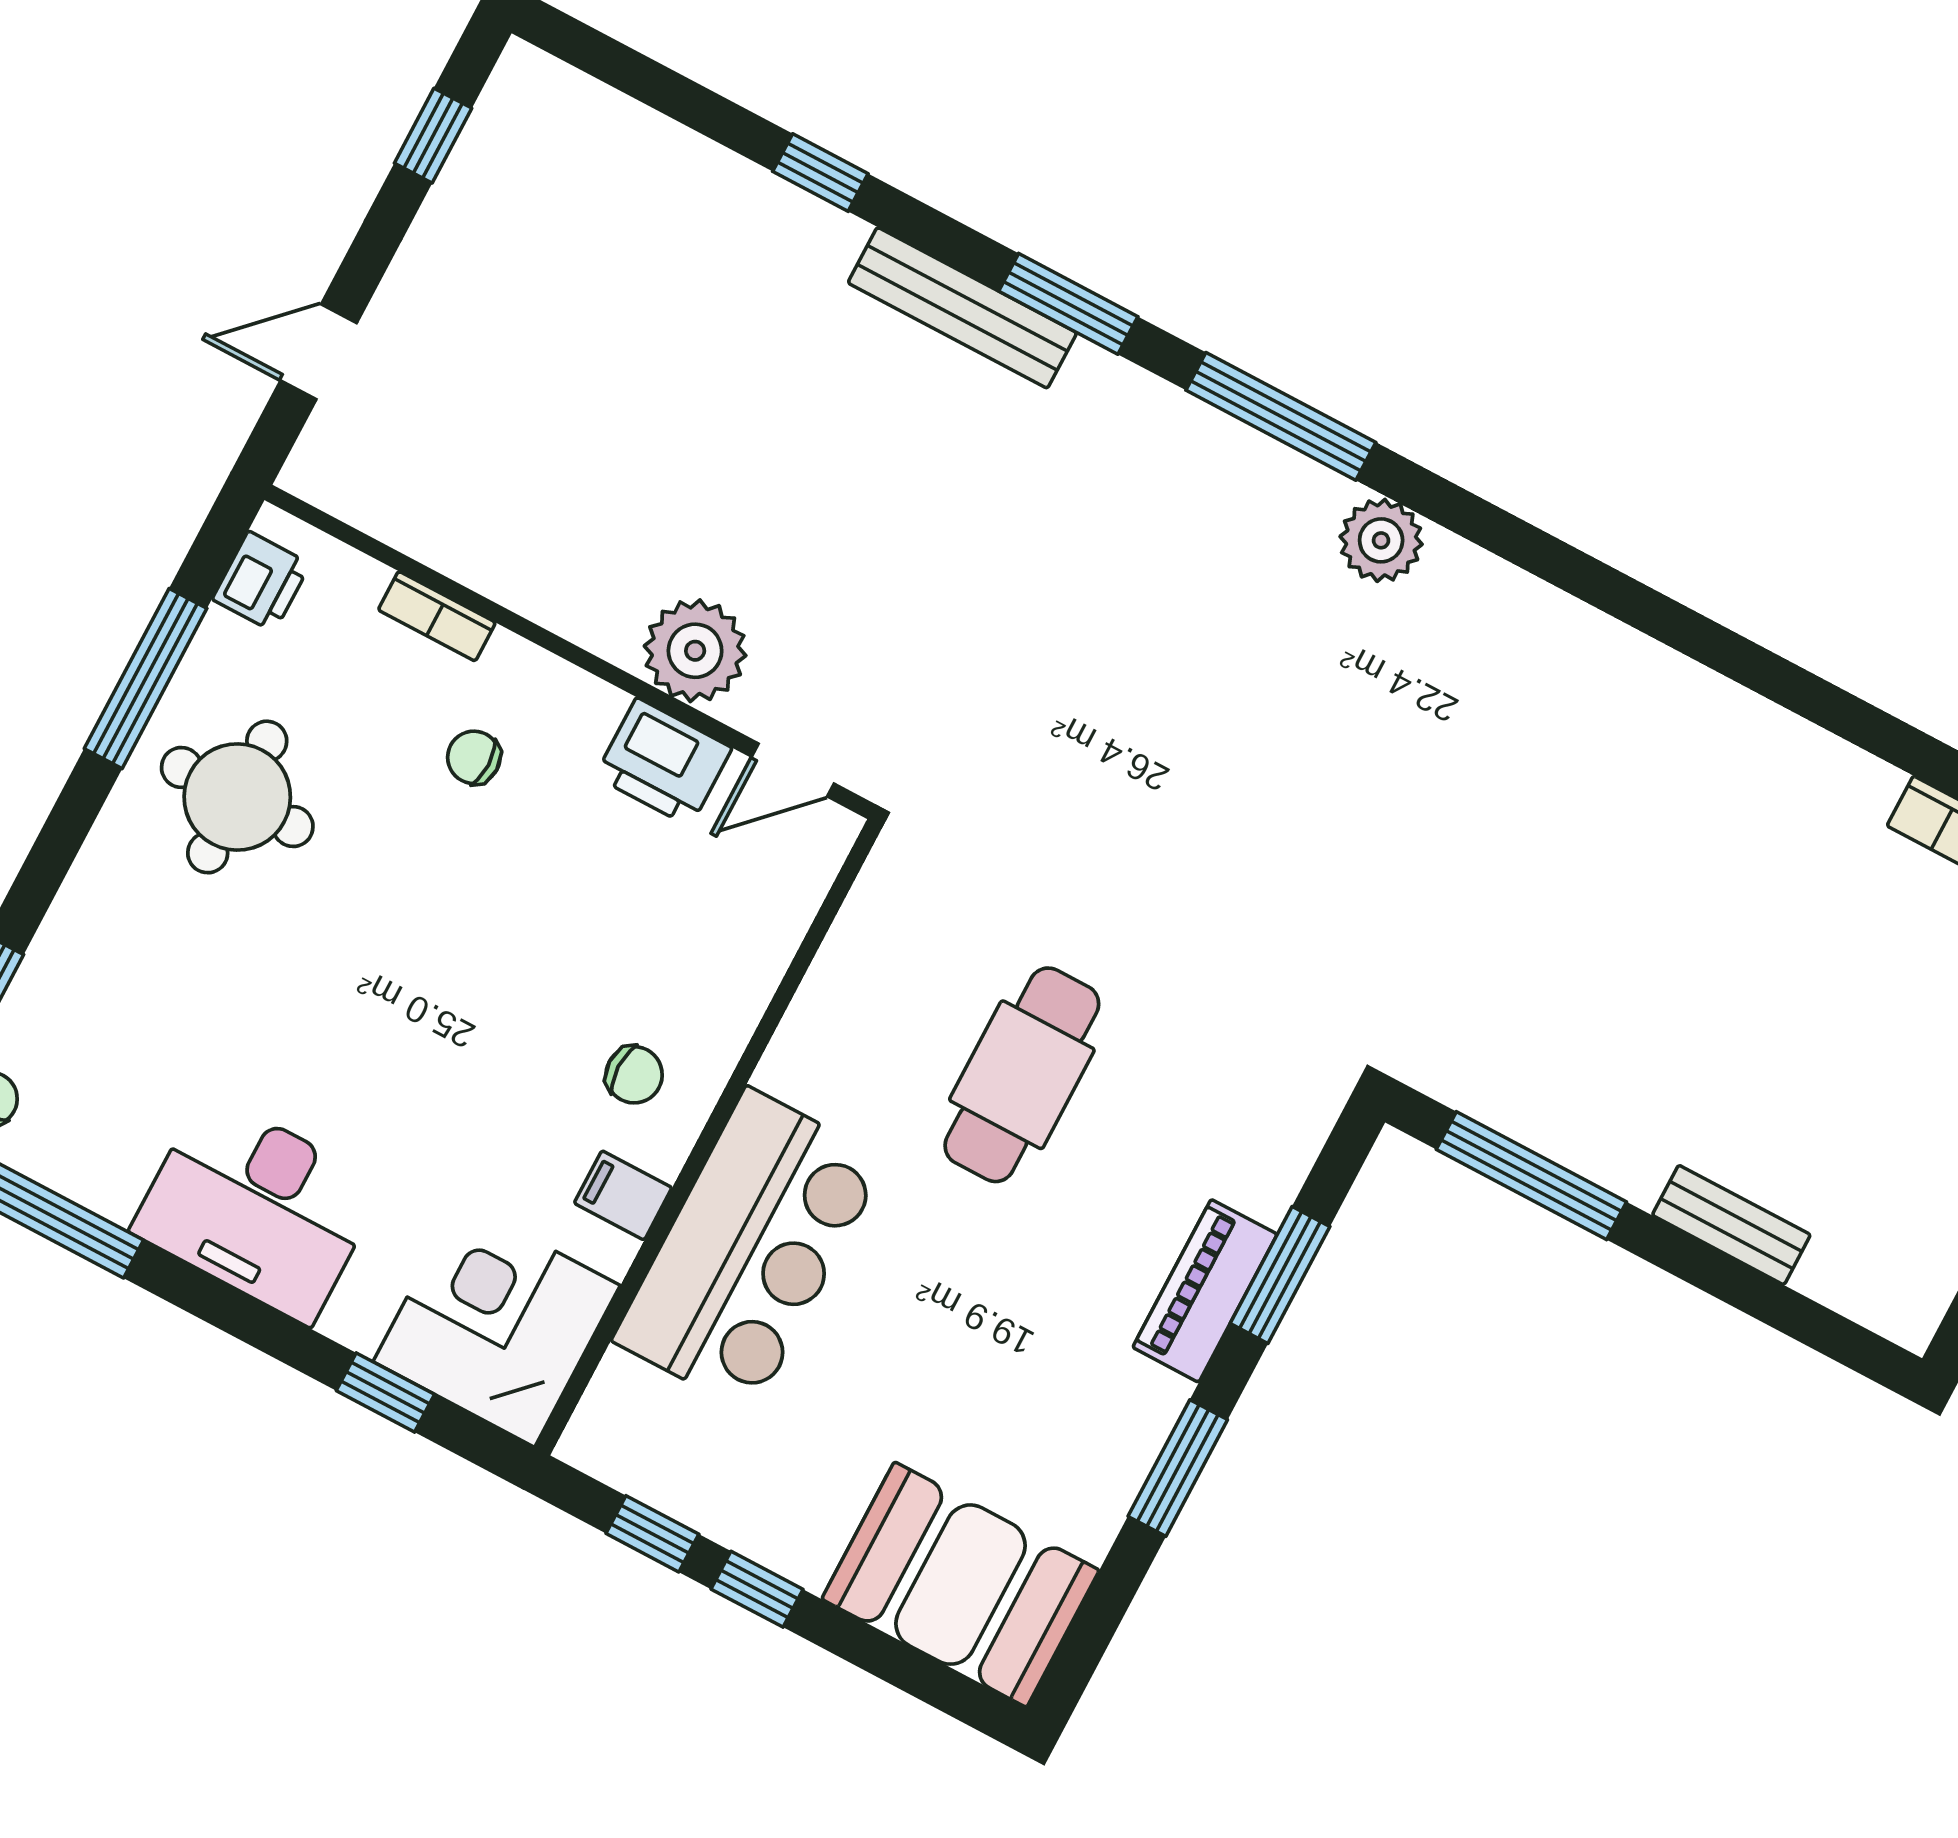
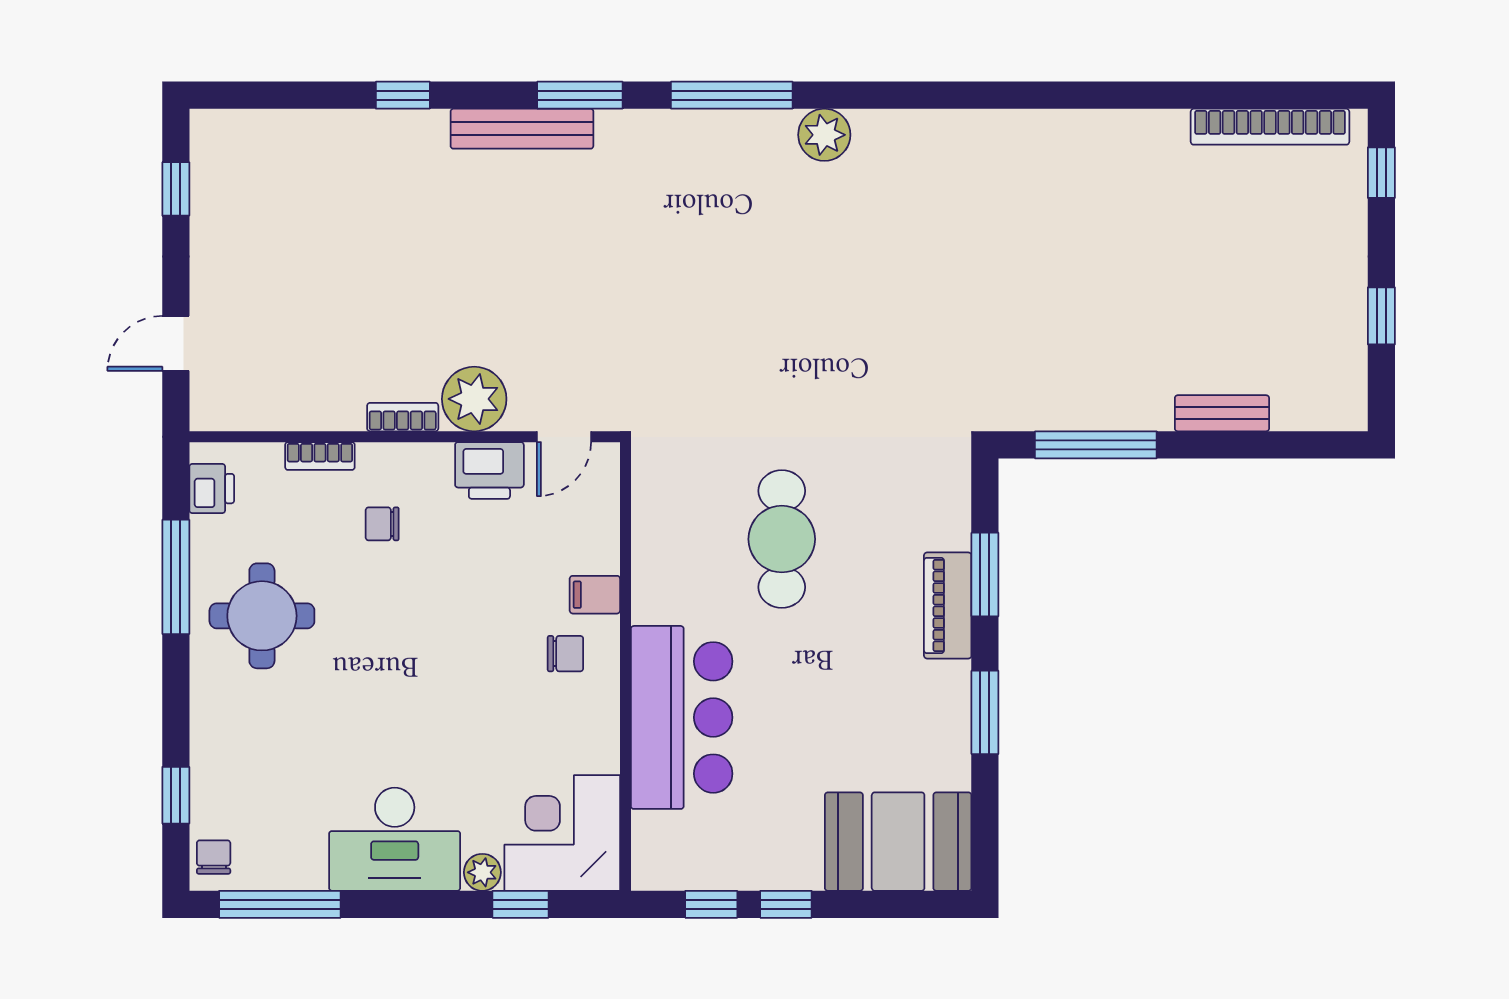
bookcase: (582, 623) -> (403, 417), added
filing cabinet: (623, 1195) -> (595, 595), moved
plant: (356, 1319) -> (482, 872), added

